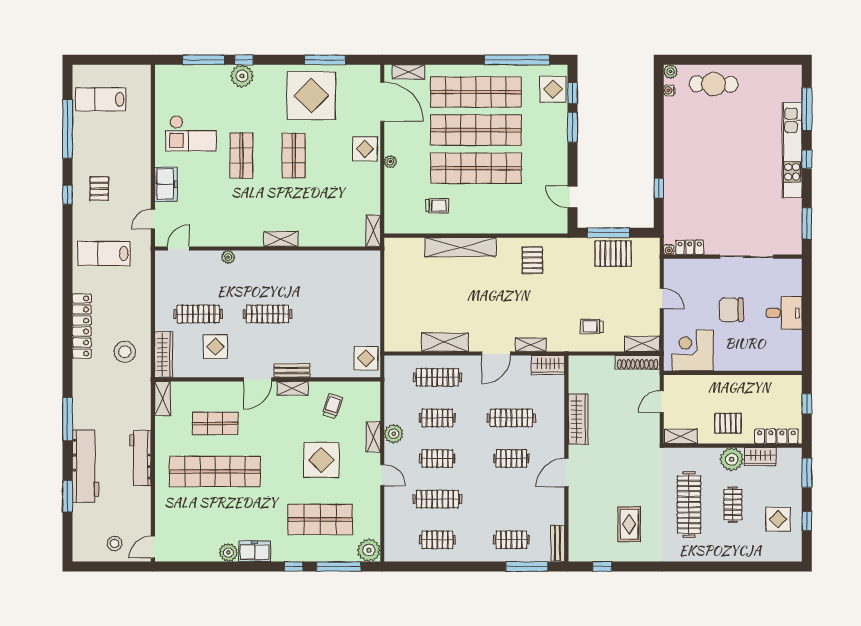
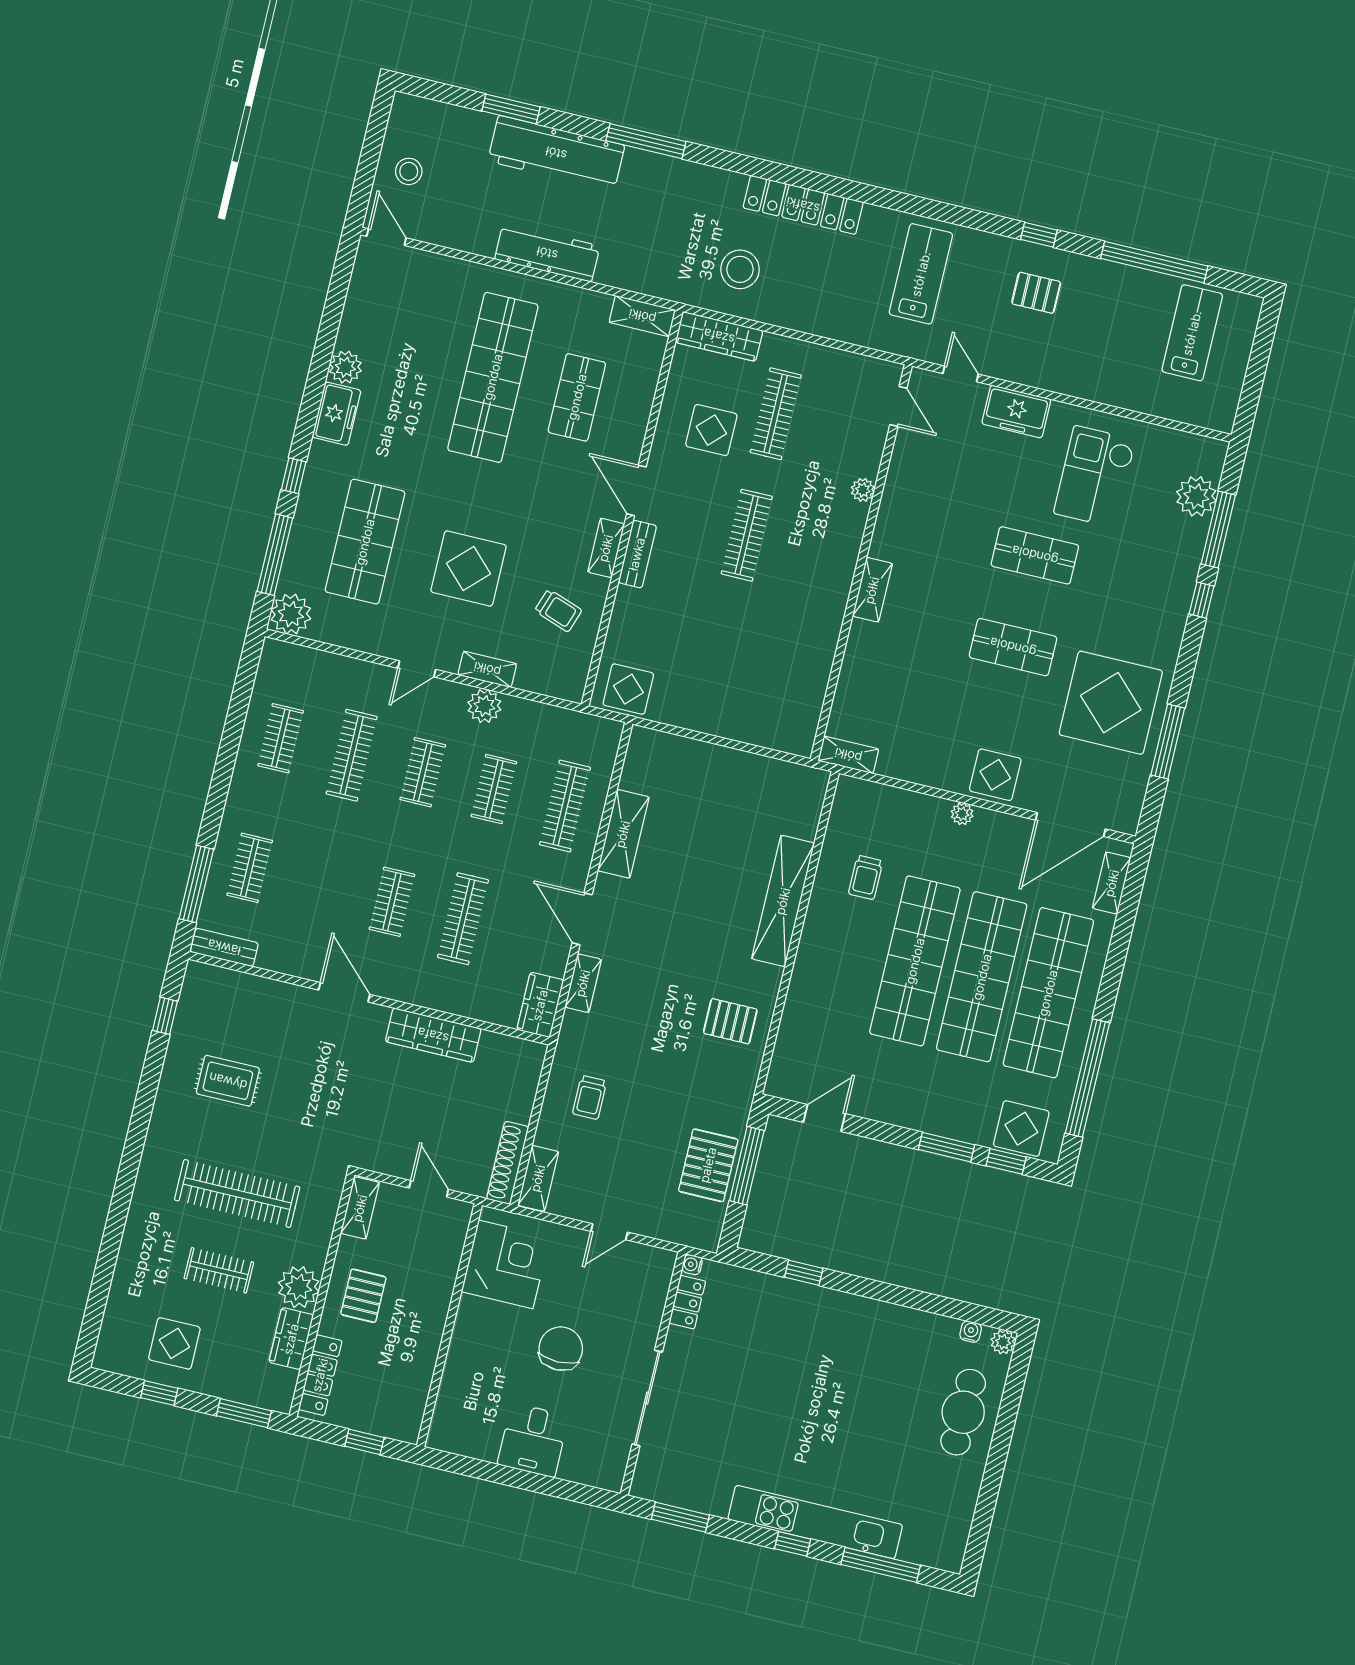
plant: (242, 76) -> (1196, 496), moved
trolley: (592, 326) -> (590, 1097), turned 180

